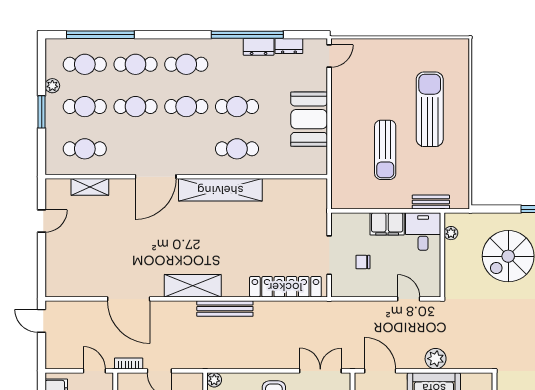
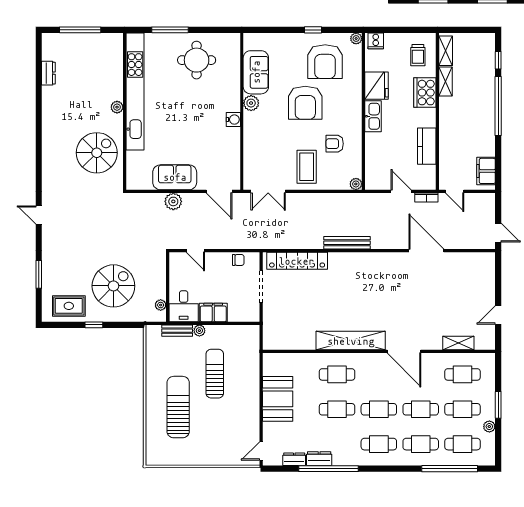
sun lounger: (430, 109) -> (178, 407), turned 180
door: (156, 177) -> (404, 351), swing flipped
plant: (404, 202) -> (199, 331), added
chair: (363, 262) -> (238, 260), moved
shelving: (193, 286) -> (374, 262), removed

